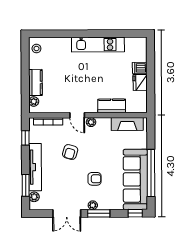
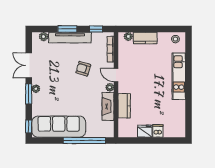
kitchen unit: (98, 45) -> (179, 76), moved
door: (77, 115) -> (116, 75), hinge flipped
fireplace: (127, 124) -> (108, 106), moved
window: (151, 173) -> (84, 140), moved
armchair: (95, 179) -> (59, 90), removed
window: (26, 185) -> (67, 29), moved

